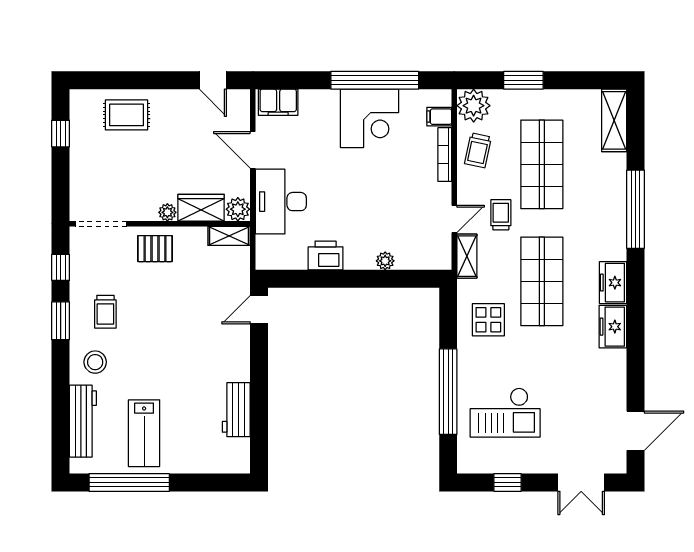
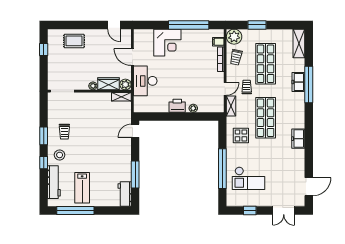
filing cabinet: (278, 102) -> (144, 35), removed
corner desk: (369, 118) -> (167, 43), moved
pallet: (155, 249) -> (87, 103), removed
printer: (326, 255) -> (177, 106), moved
window: (61, 267) -> (44, 163), moved
freezer: (613, 283) -> (298, 82), moved
window: (259, 405) -> (135, 175), added
workbench: (236, 410) -> (125, 194), moved

